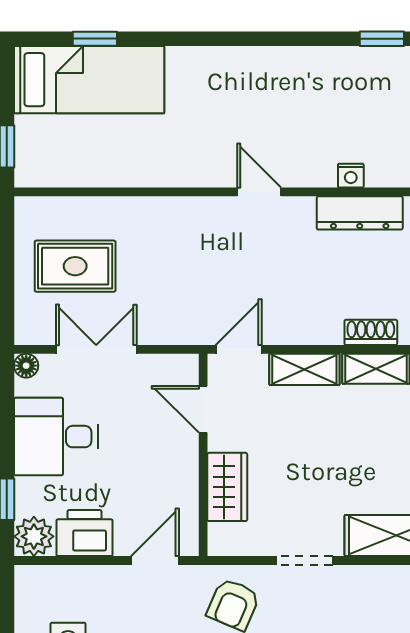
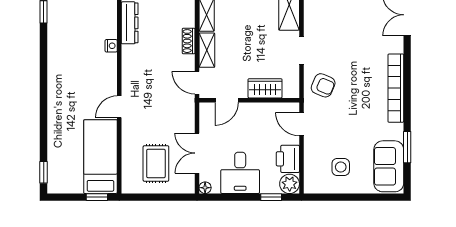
window: (95, 39) -> (44, 172), moved
bed: (89, 80) -> (100, 157), moved
nightstand: (351, 176) -> (111, 46), moved
door: (259, 192) -> (119, 107), moved
shoe rack: (371, 332) -> (189, 41), moved

